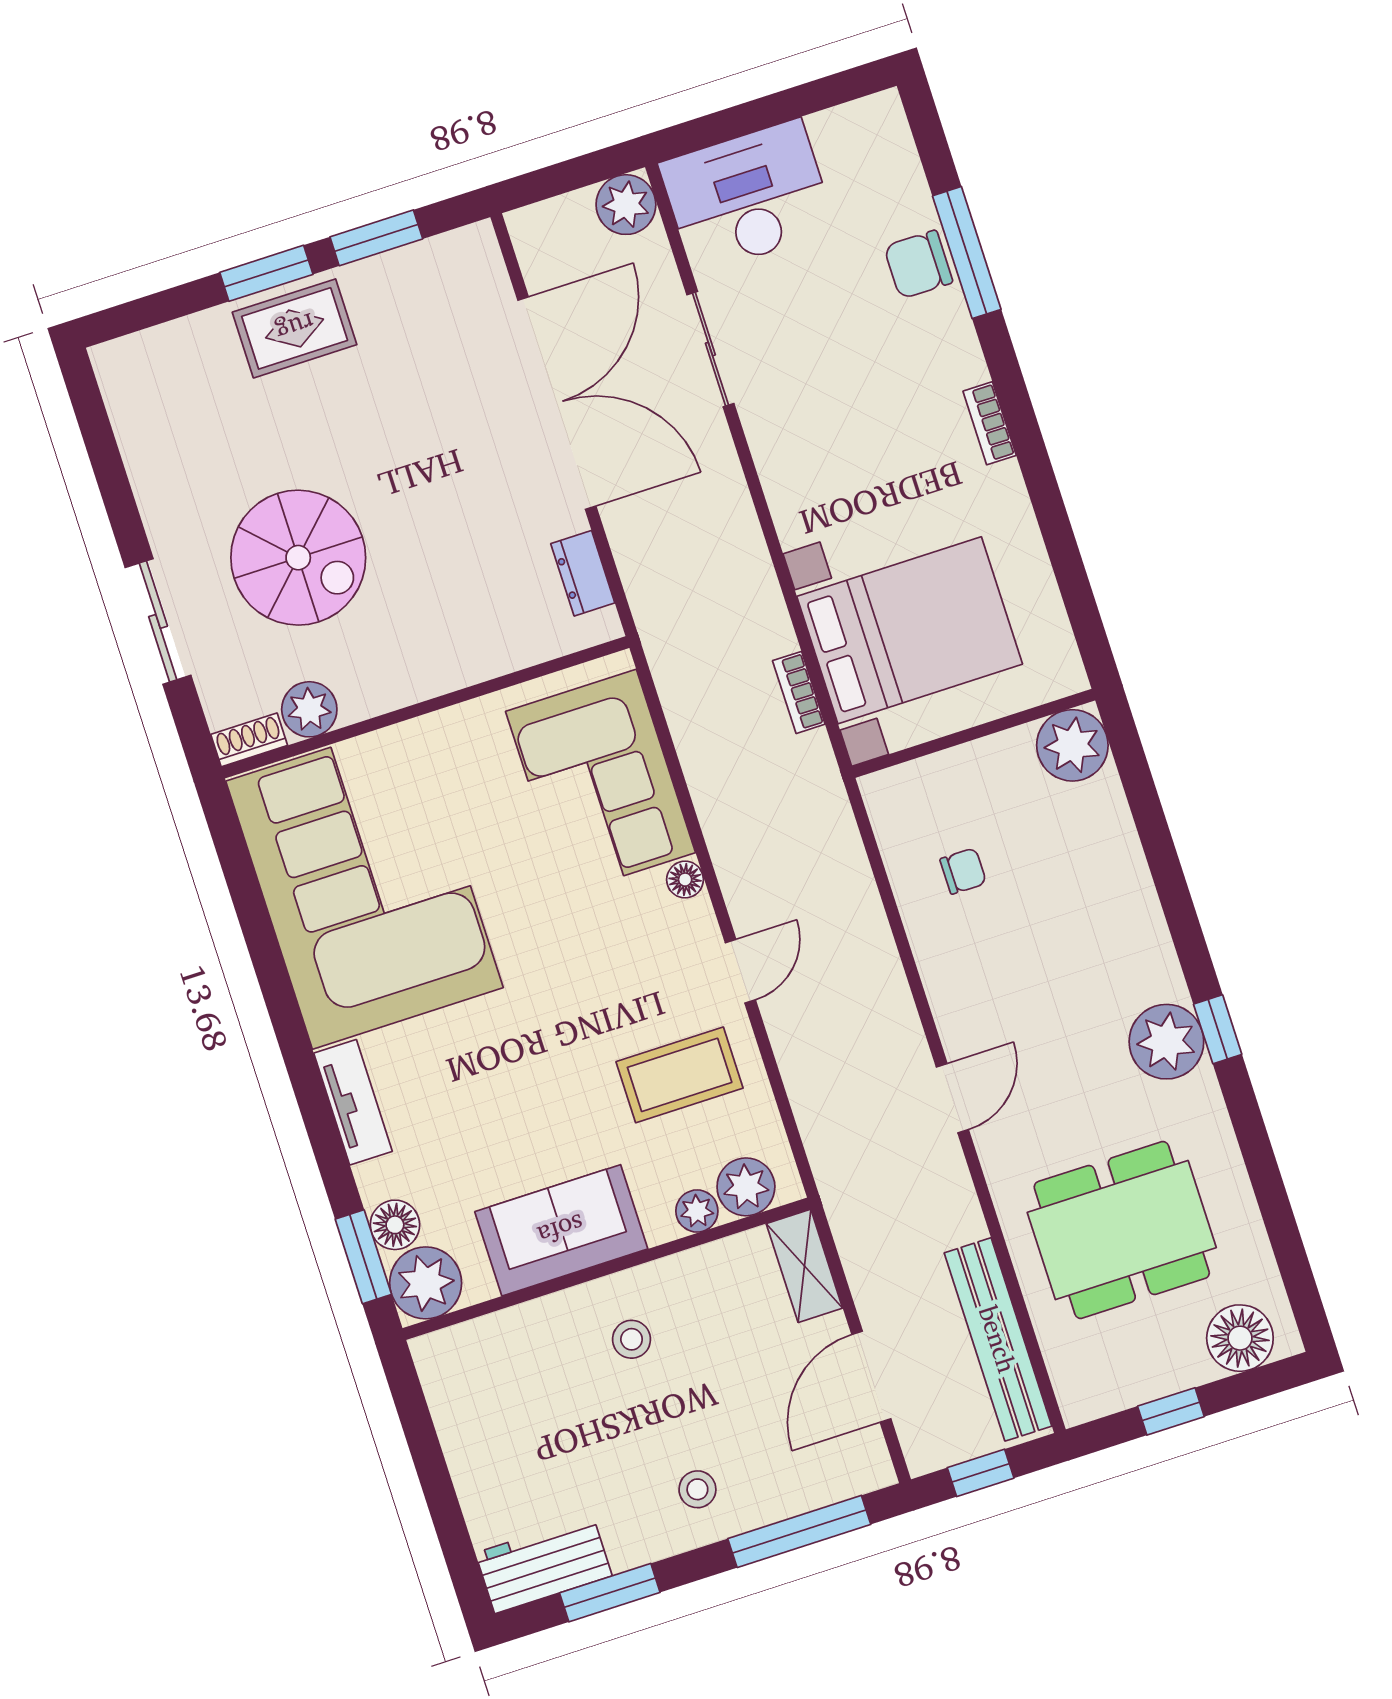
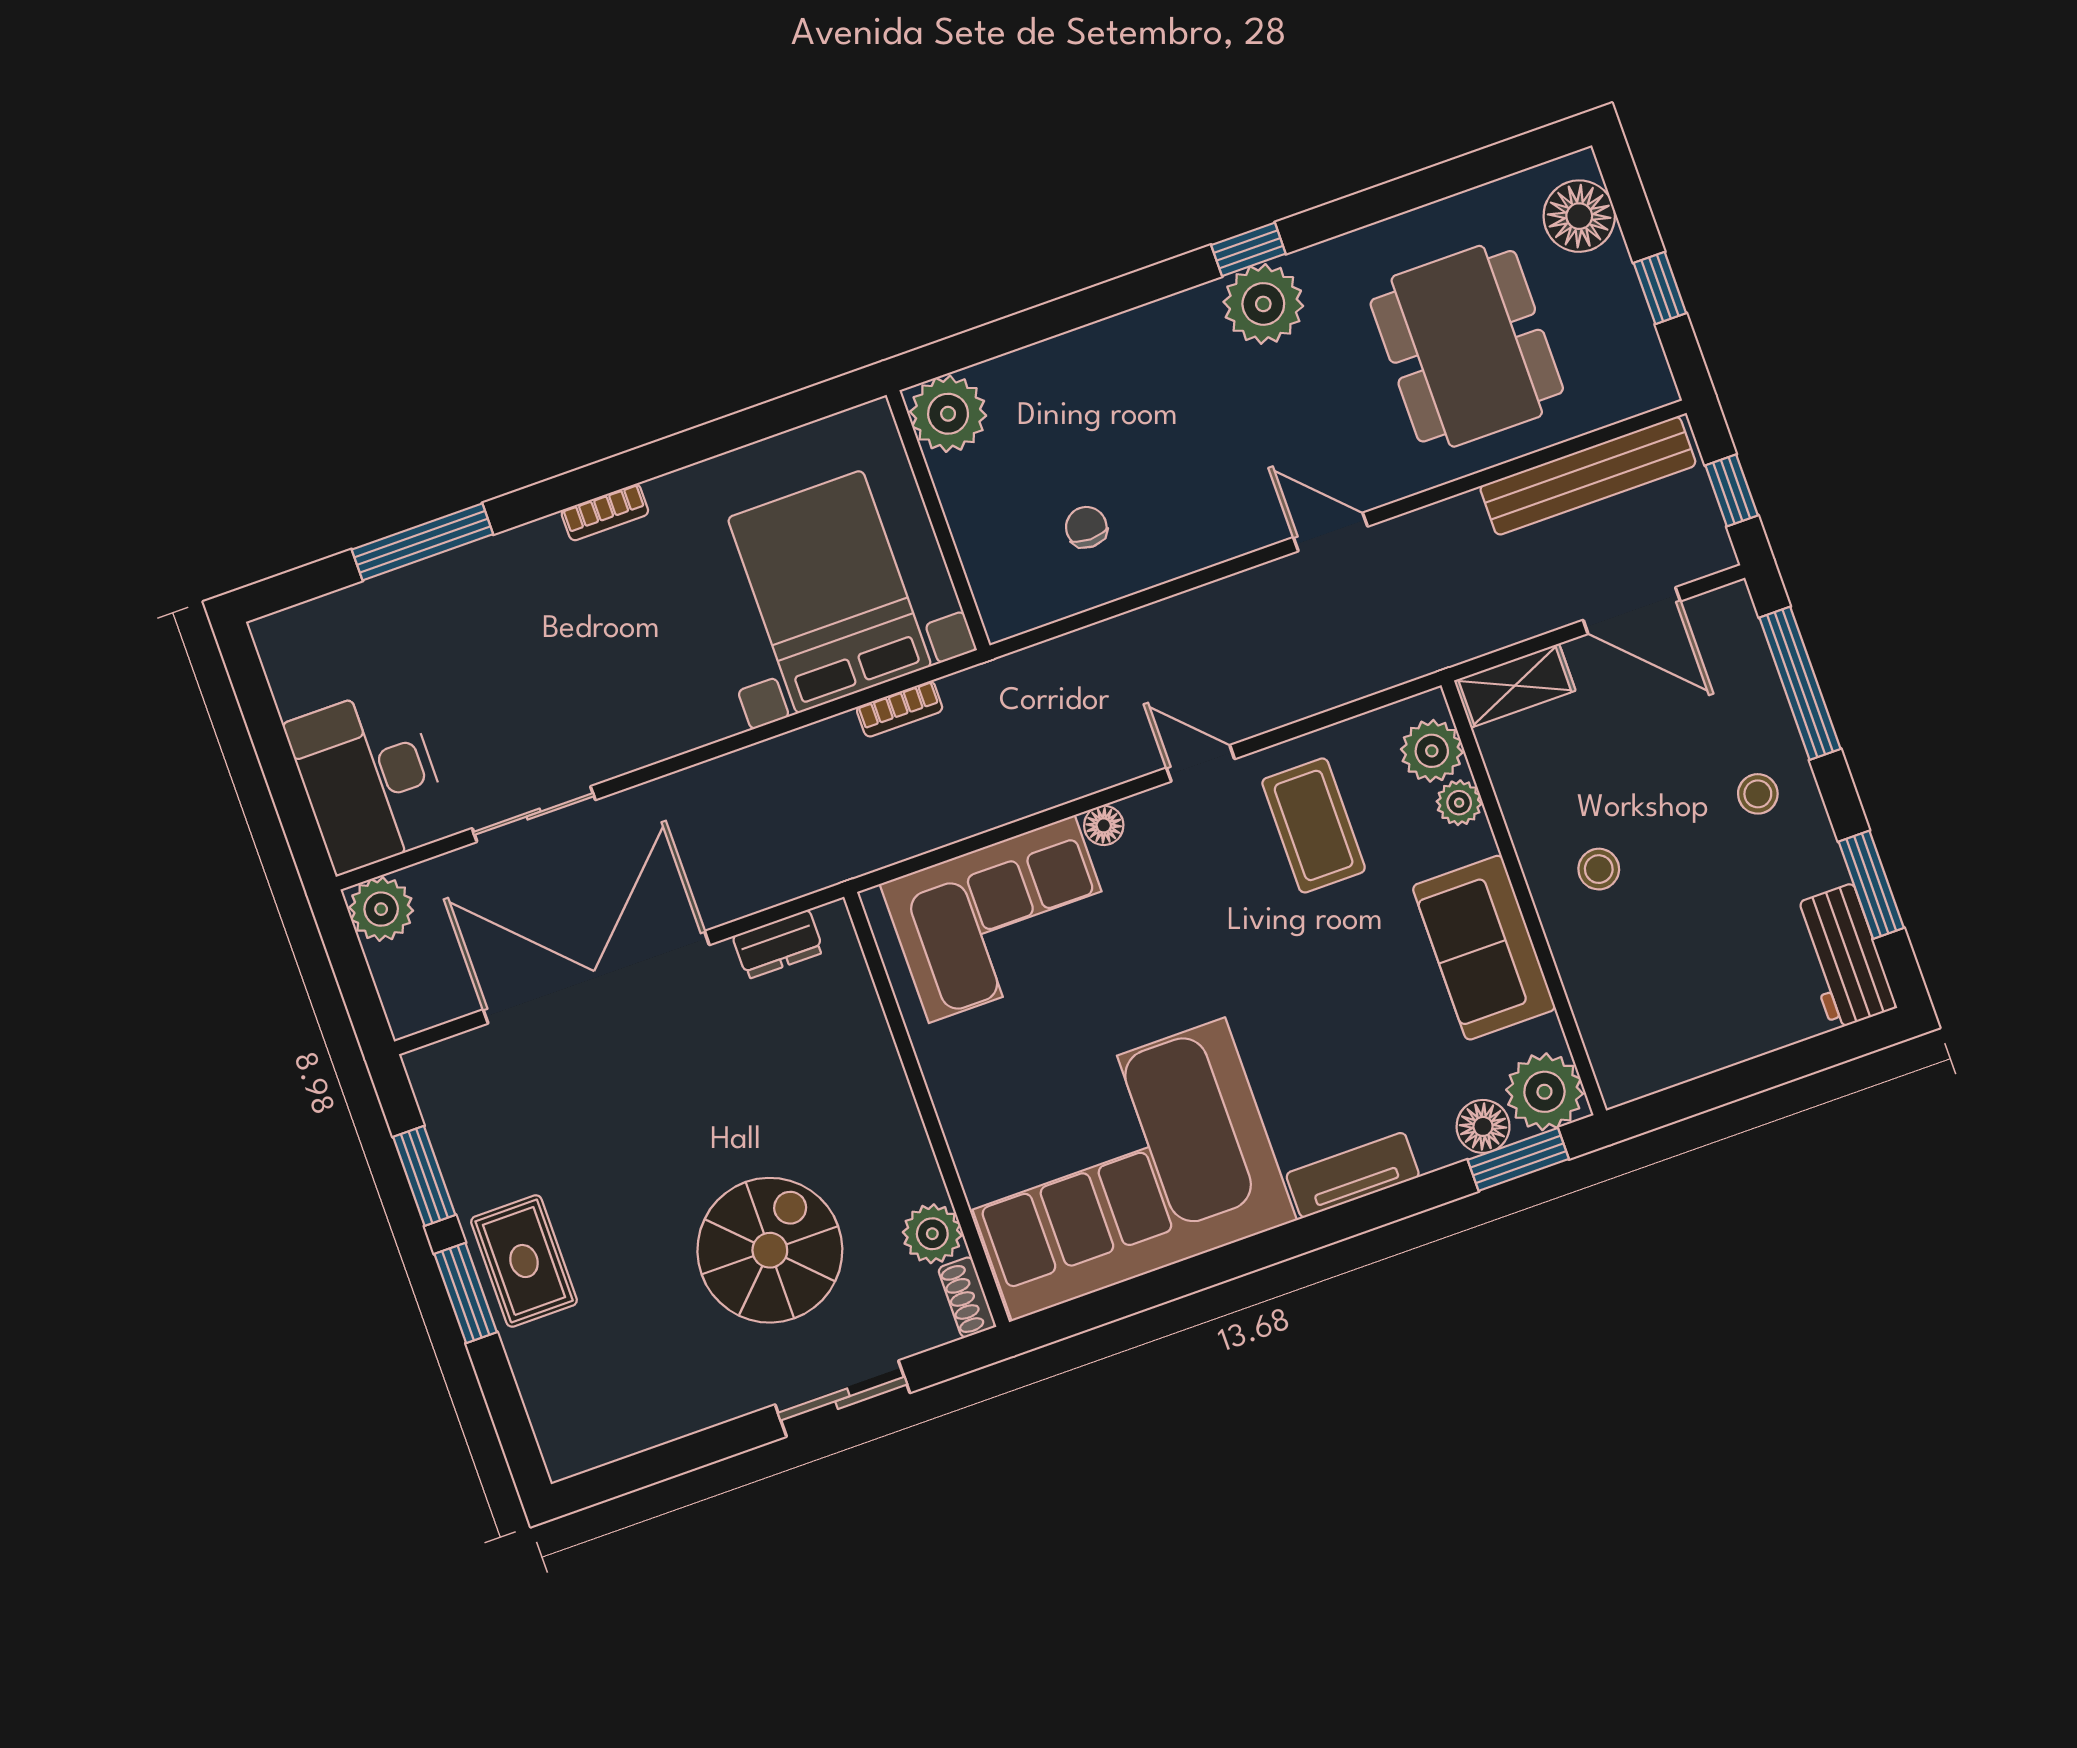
chair: (918, 264) -> (437, 594), removed

